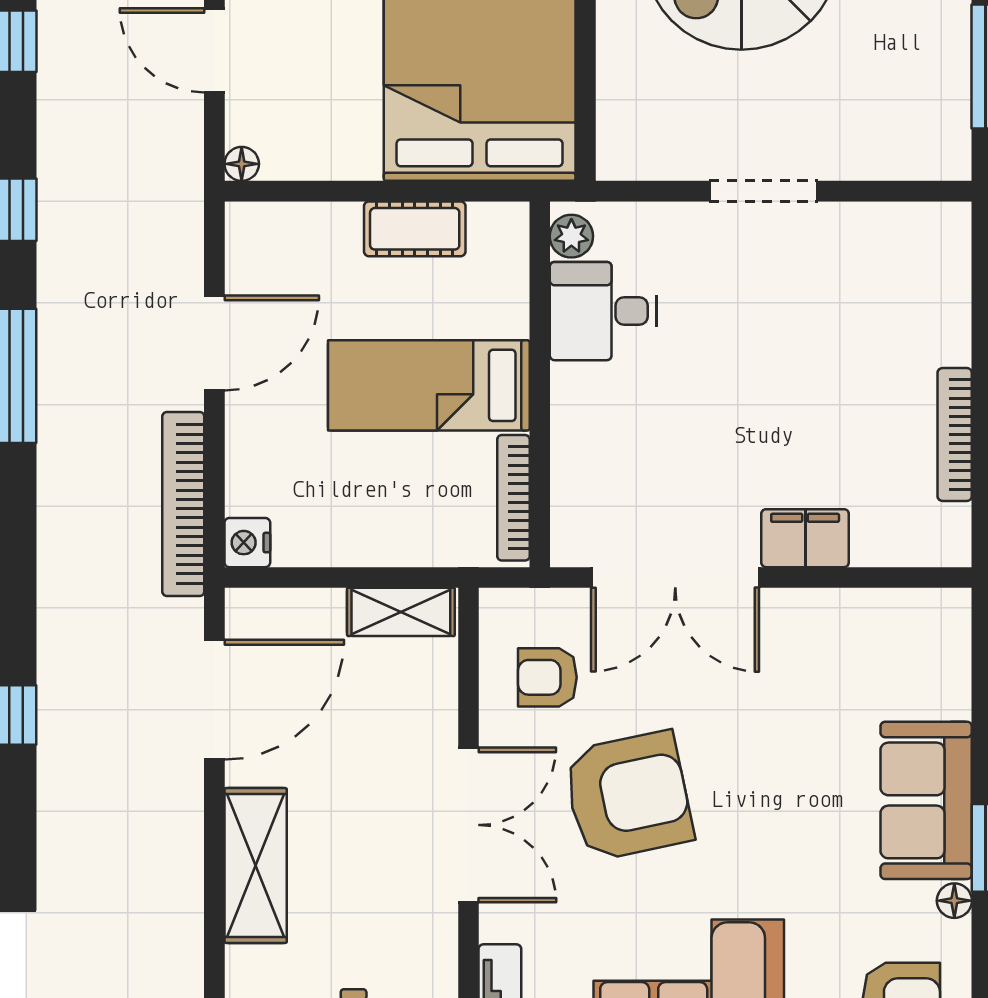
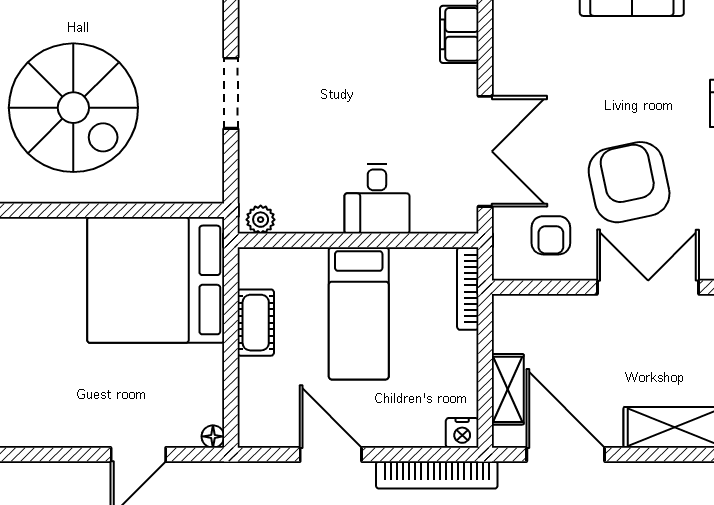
desk: (603, 311) -> (377, 199), moved
bookcase: (513, 498) -> (468, 288), moved, turned 90
filing cabinet: (805, 538) -> (459, 34), moved
shelving: (401, 612) -> (508, 389), moved

